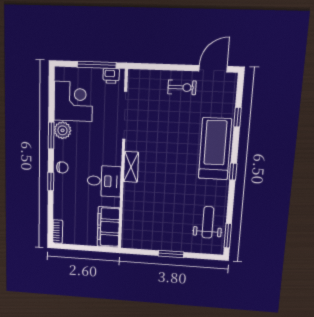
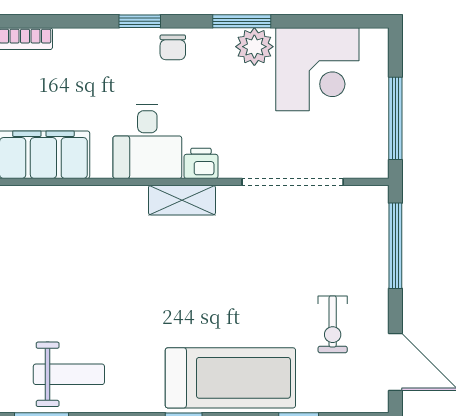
window: (157, 67) -> (395, 246), added
printer: (111, 76) -> (201, 163), moved, turned 90
exercise bike: (182, 87) -> (333, 324), moved

